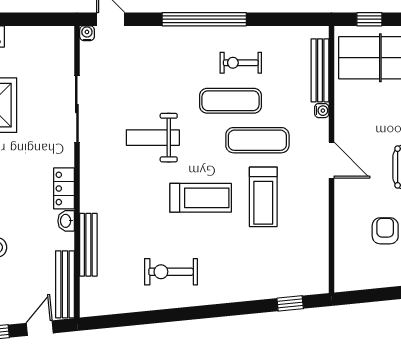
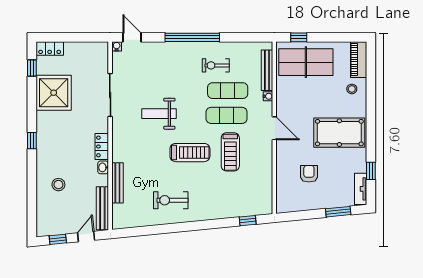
exercise mat: (230, 101) -> (228, 91), moved

